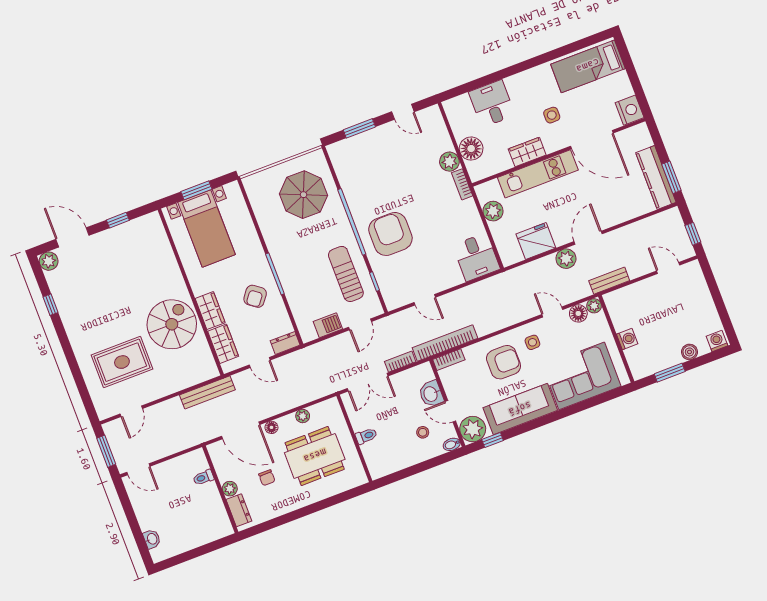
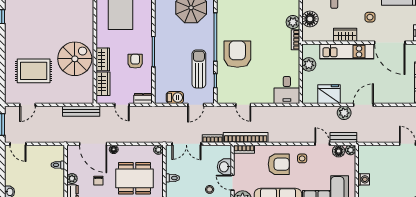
bench: (609, 281) -> (343, 138), moved
armchair: (255, 296) -> (135, 61), turned 143
plant: (303, 416) -> (158, 150), moved

